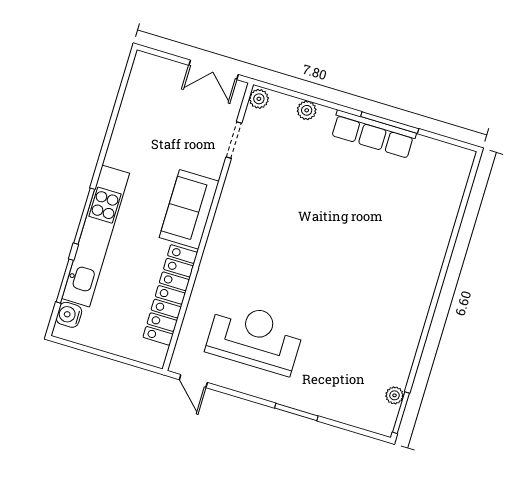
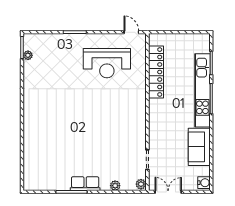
row of seats: (373, 134) -> (85, 184), width x0.68
sofa: (189, 209) -> (199, 147), moved, turned 180
water cooler: (69, 315) -> (204, 183), moved

